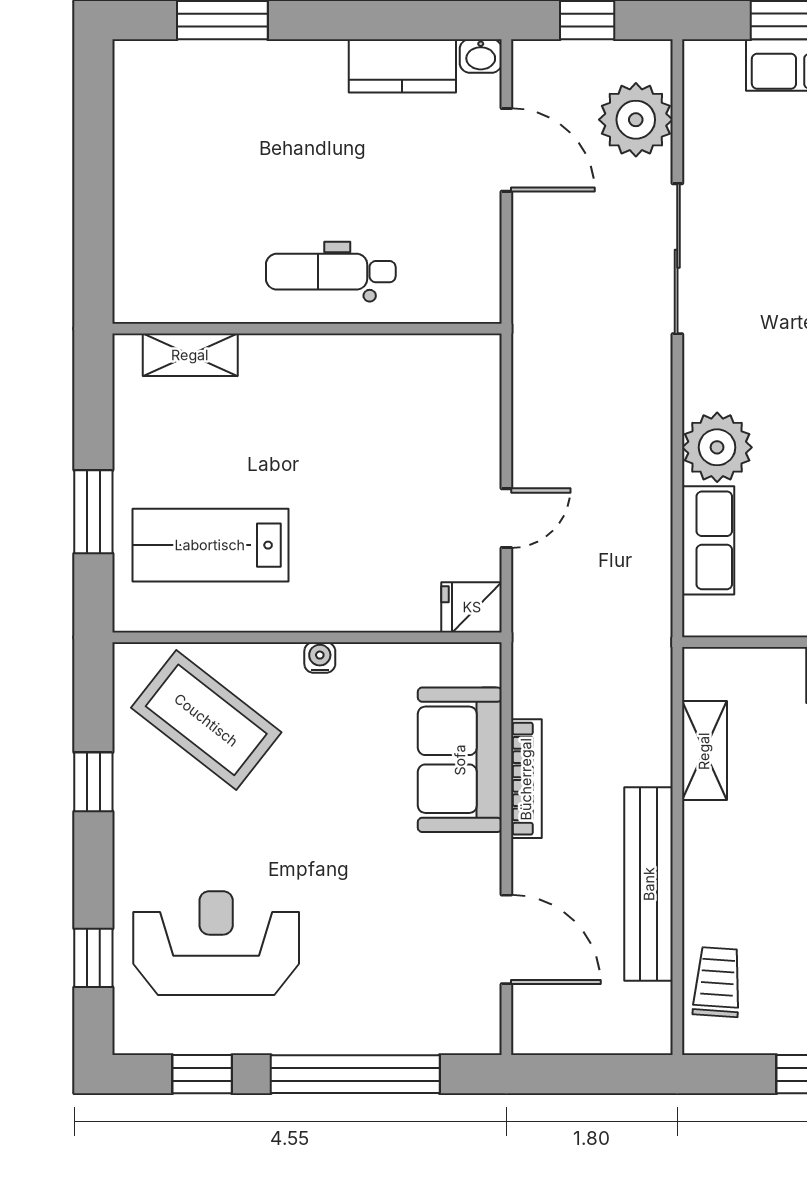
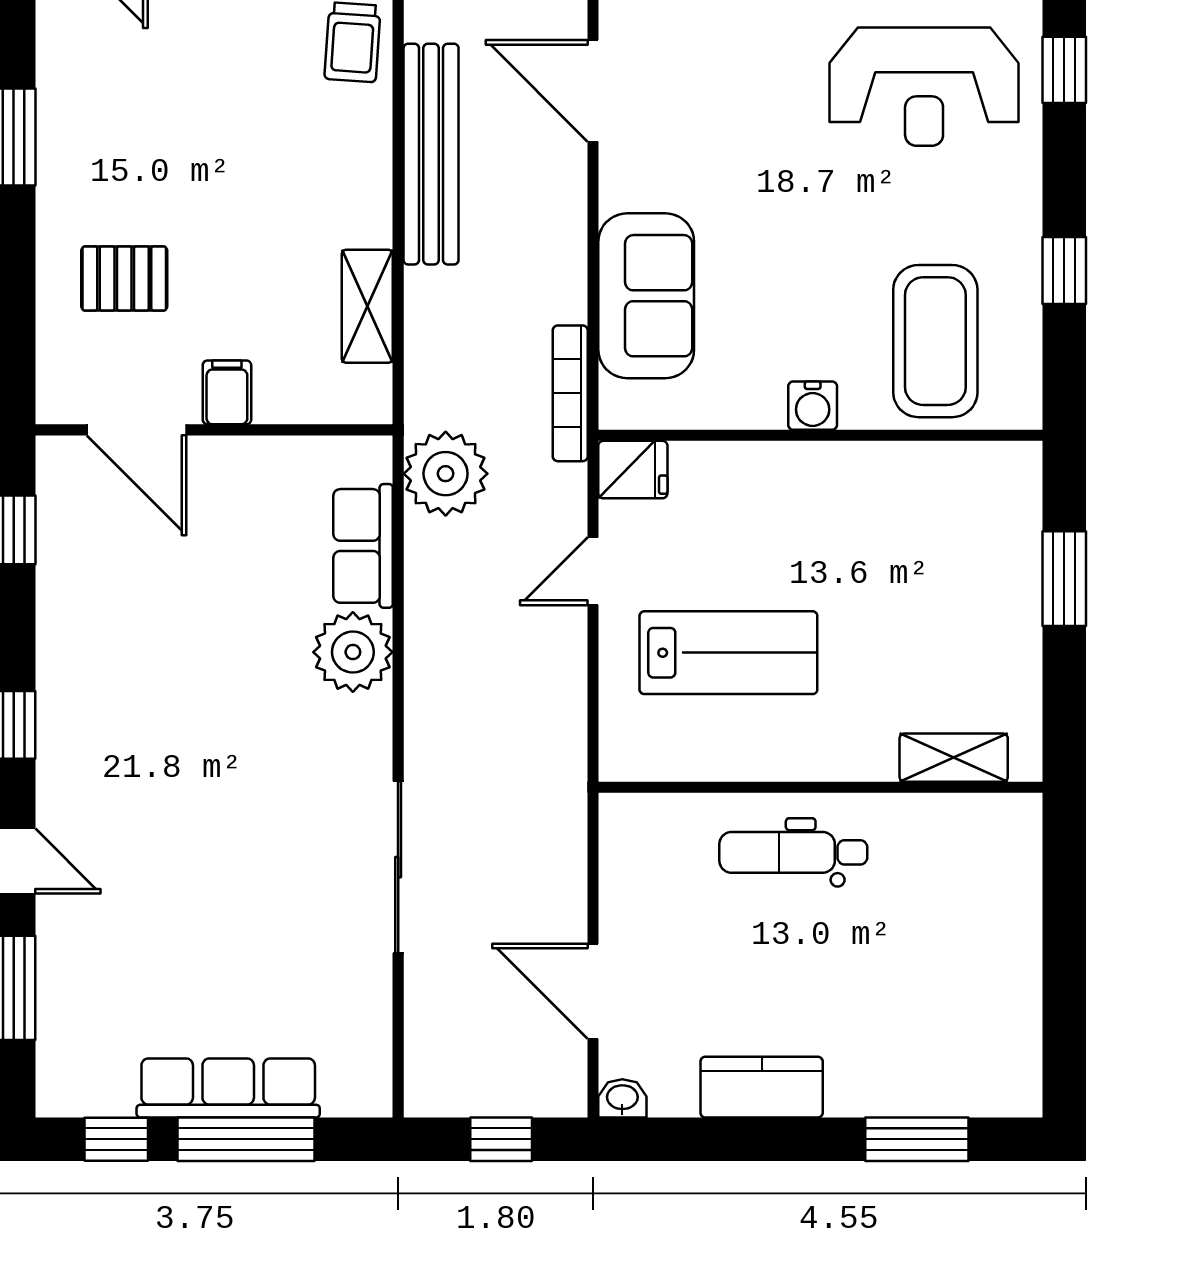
kitchen counter: (402, 66) -> (762, 1087), moved
plant: (636, 120) -> (446, 474), moved
dental chair: (331, 272) -> (793, 852), turned 180
lab bench: (210, 545) -> (728, 653), moved
water cooler: (320, 658) -> (813, 406), width x1.38, depth x1.38
coffee table: (206, 720) -> (935, 341), turned 52
bookcase: (526, 779) -> (570, 393), moved

